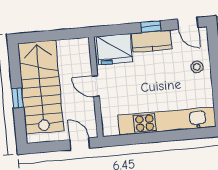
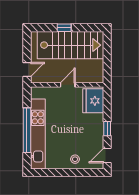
kitchen counter: (152, 41) -> (96, 128), removed
window: (163, 136) -> (27, 130), added

